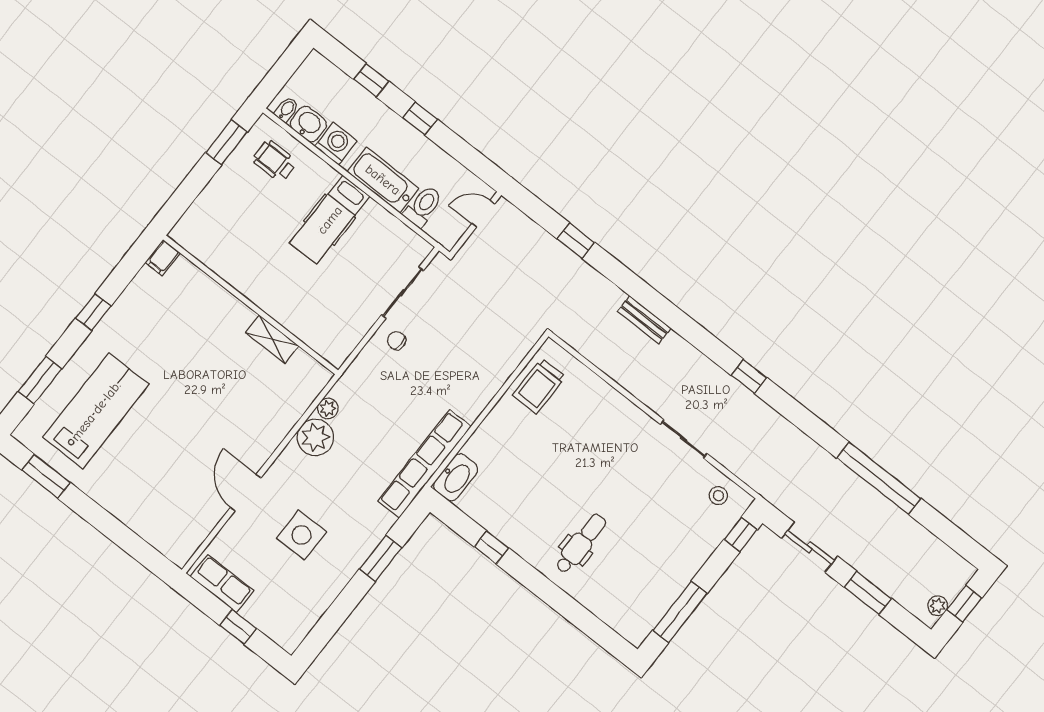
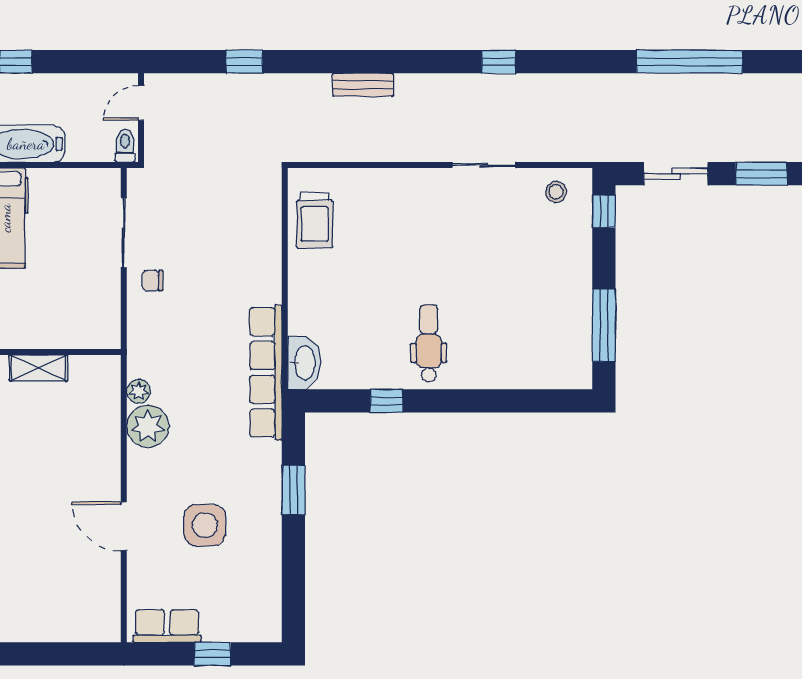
toilet: (423, 206) -> (125, 146), moved, width x0.73, depth x0.72
dental chair: (581, 544) -> (429, 343), moved

